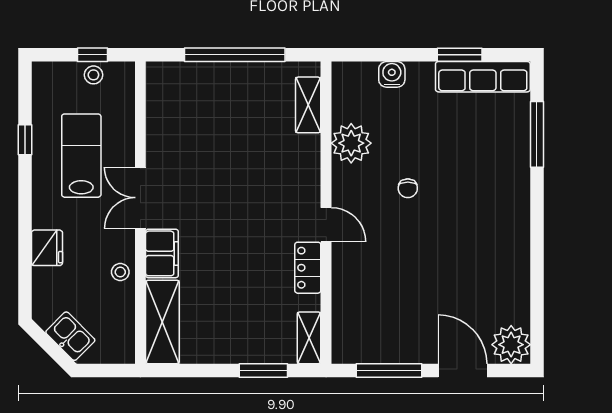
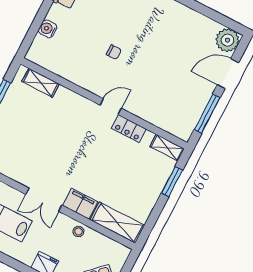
plant: (351, 143) -> (73, 70), removed

